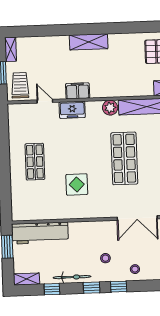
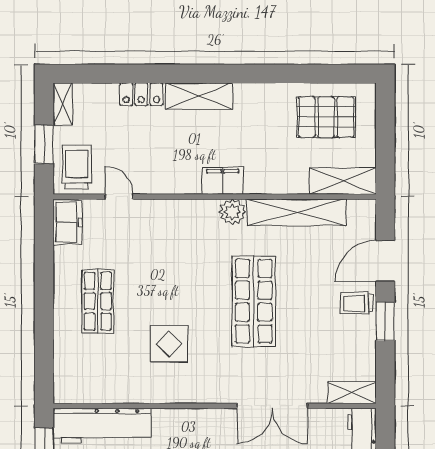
locker: (55, 42) -> (141, 94), added
filing cabinet: (78, 91) -> (223, 181), moved
freezer: (72, 110) -> (68, 222), moved, turned -90

